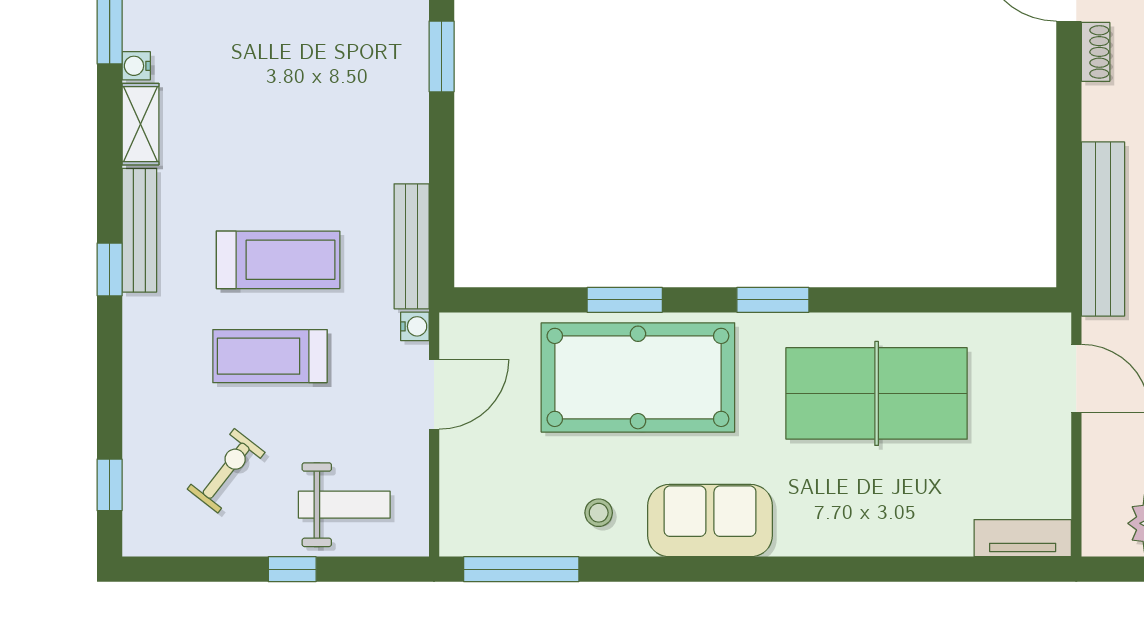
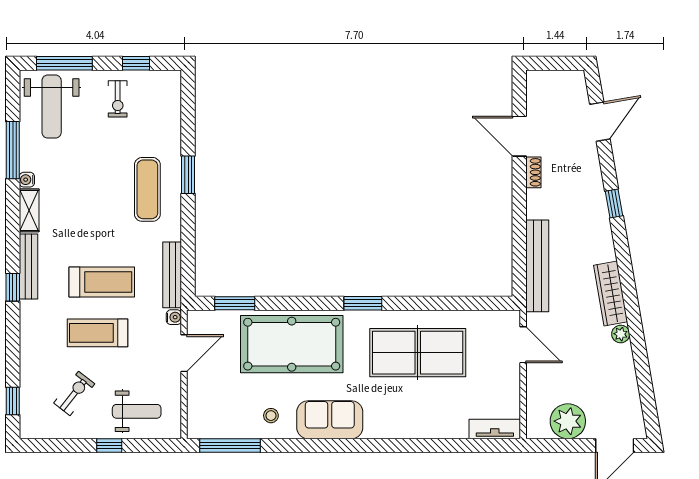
exercise mat: (364, 84) -> (147, 189), added
window: (625, 300) -> (235, 303), moved

